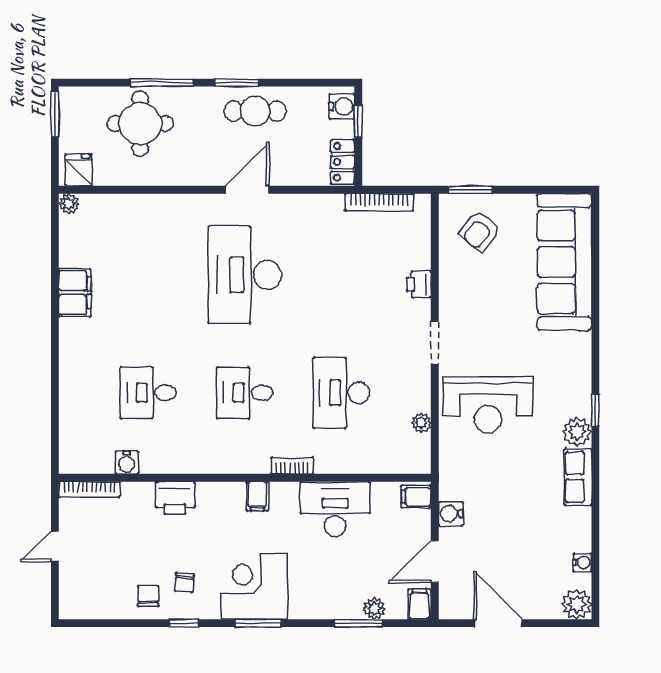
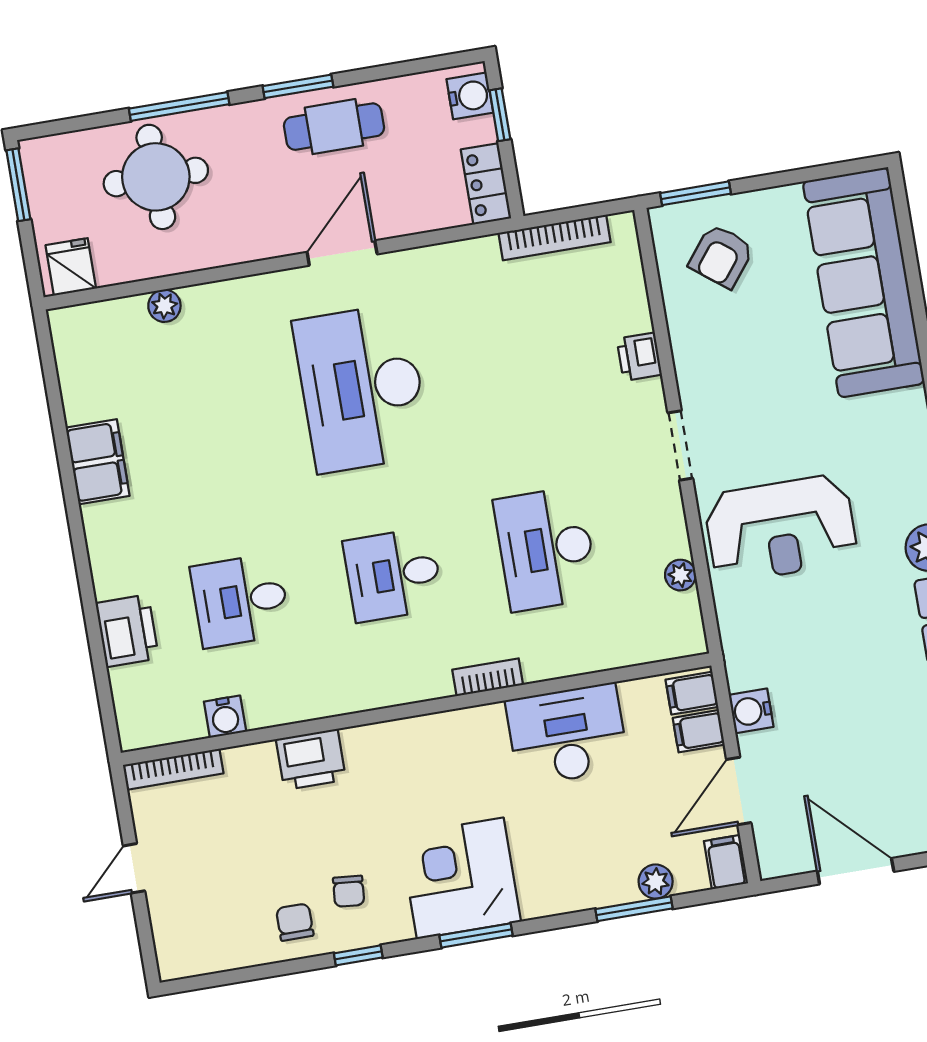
plant: (69, 204) -> (164, 306), moved
printer: (75, 400) -> (127, 631), added
filing cabinet: (257, 496) -> (699, 731), moved, turned 90

